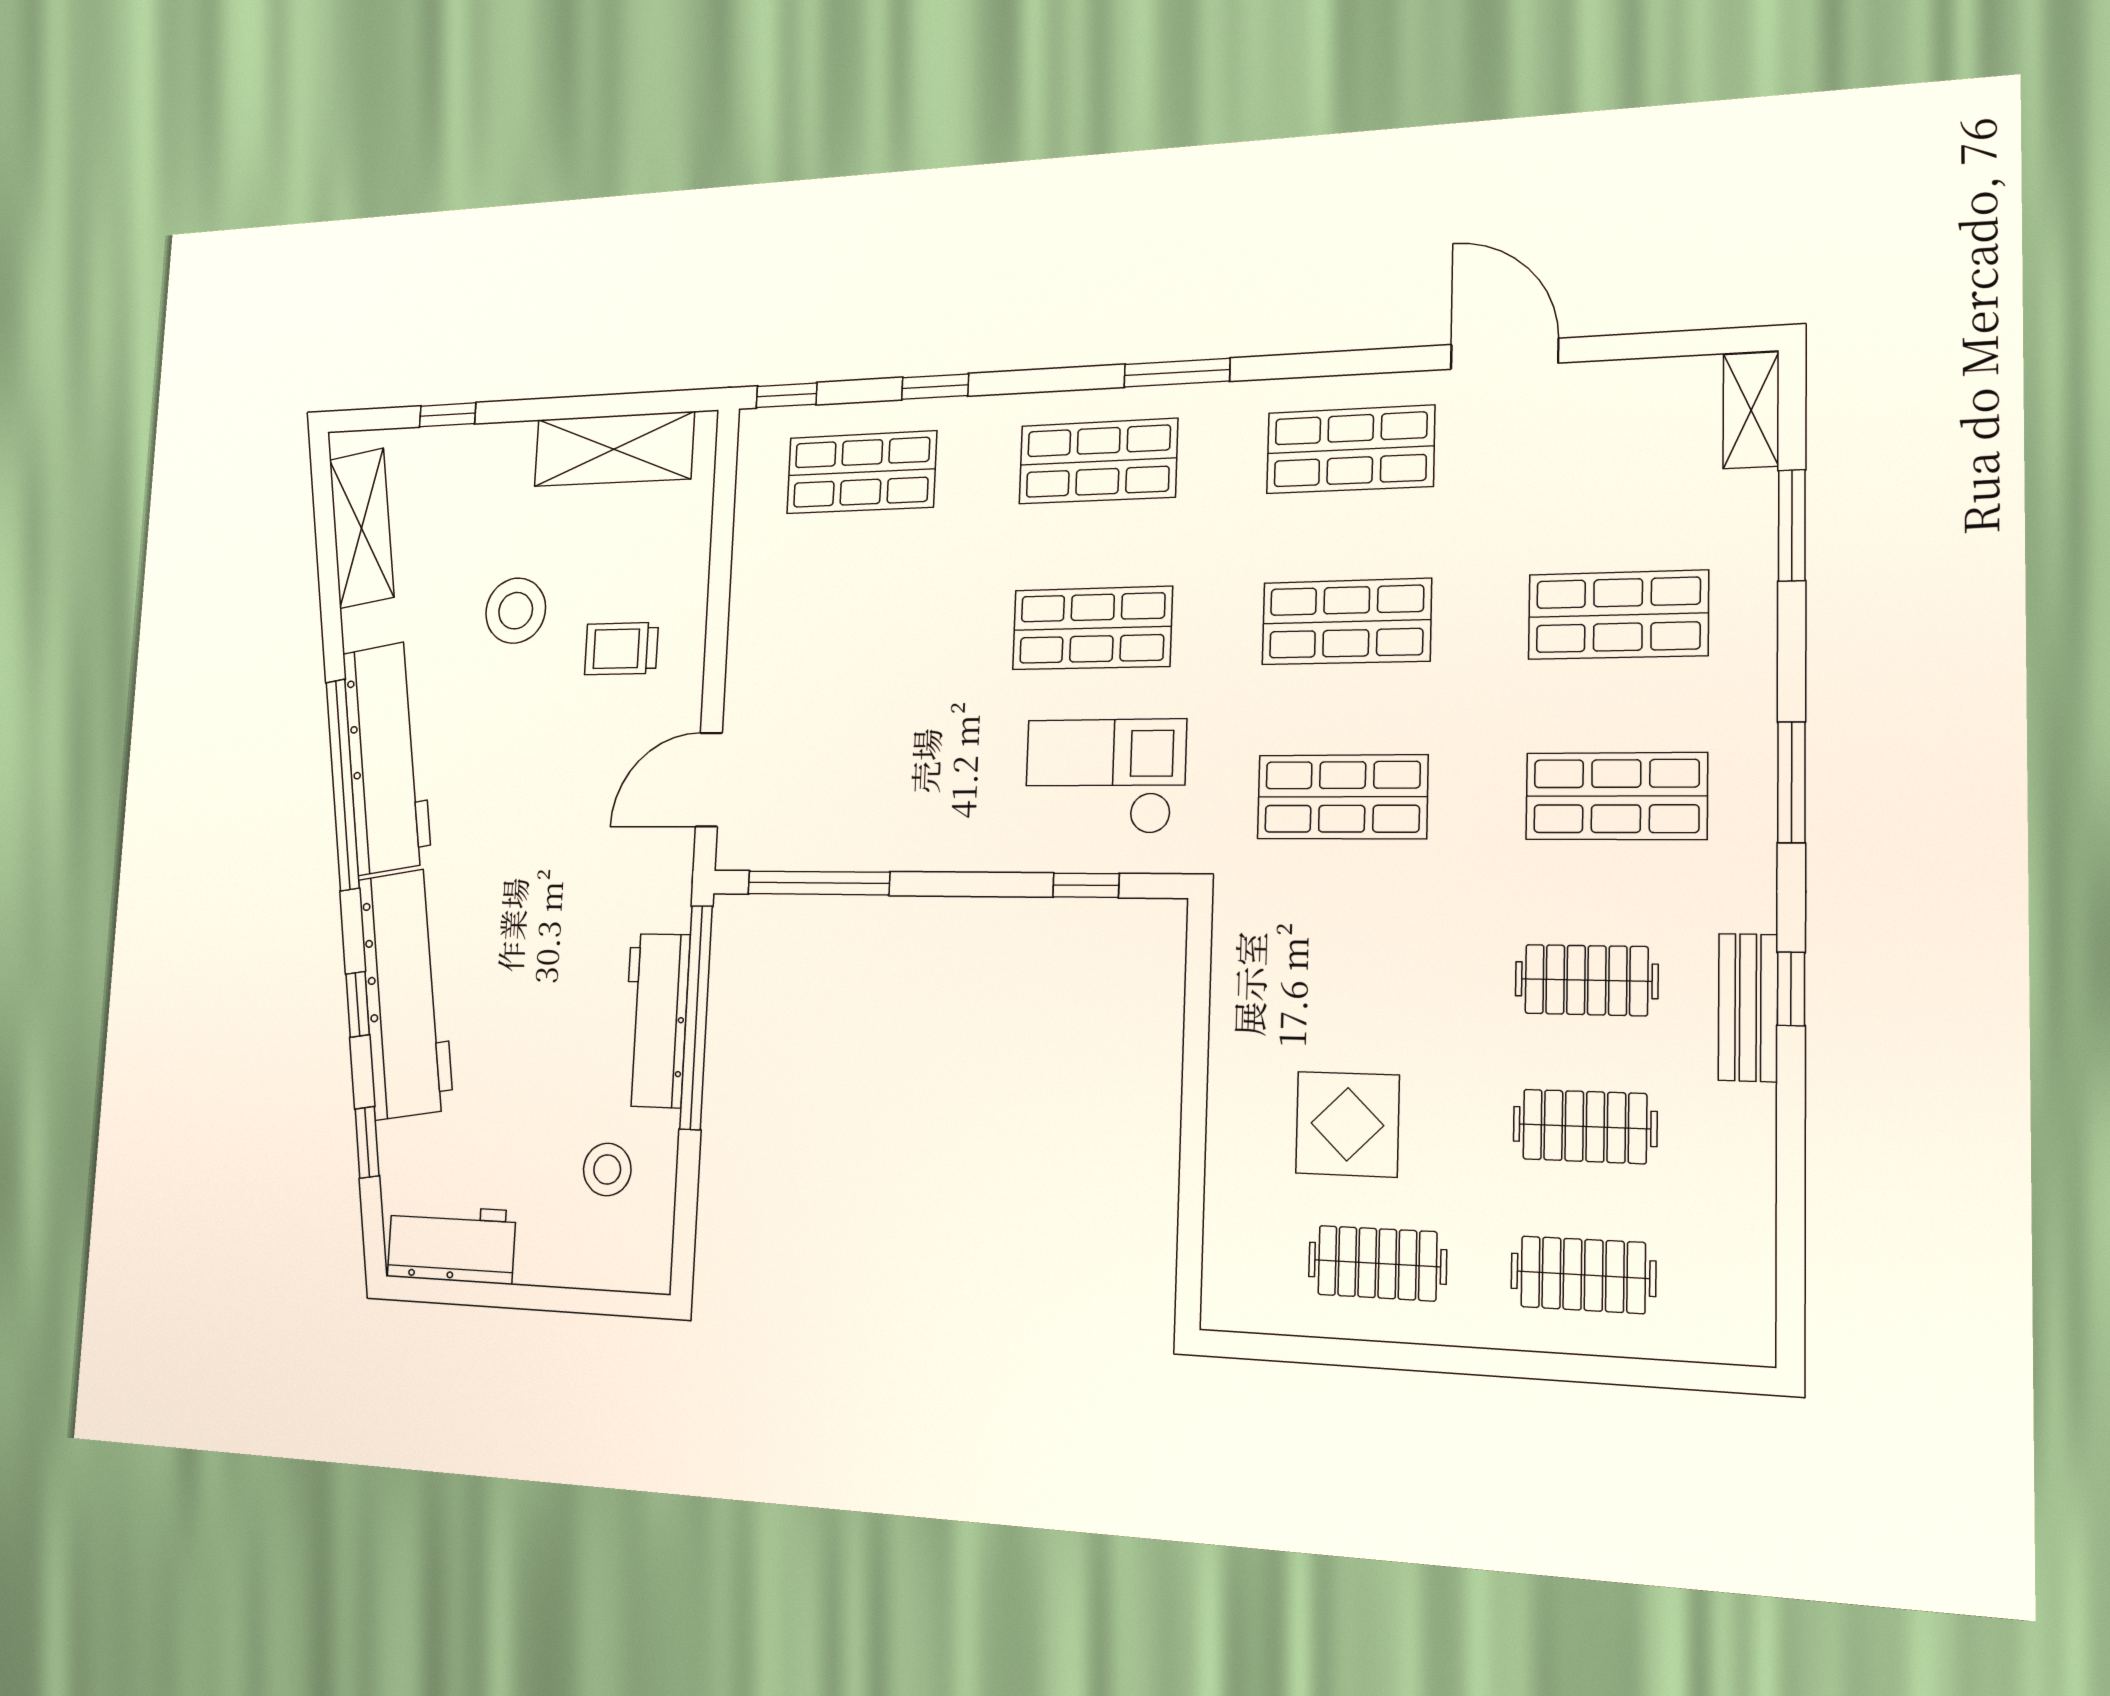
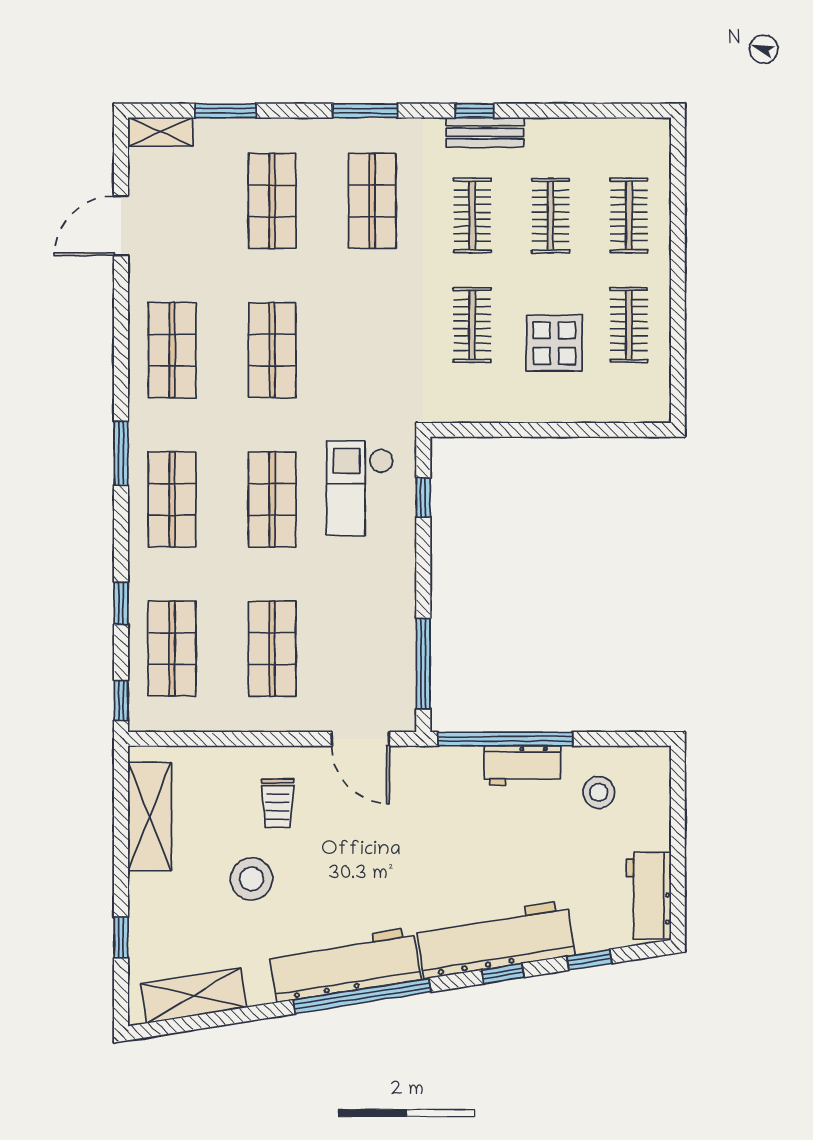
door: (1504, 354) -> (121, 226), moved
shop shelf: (1342, 797) -> (272, 649), moved
clothes rail: (1383, 976) -> (472, 325), added
workbench: (656, 1020) -> (522, 765), width x0.73

